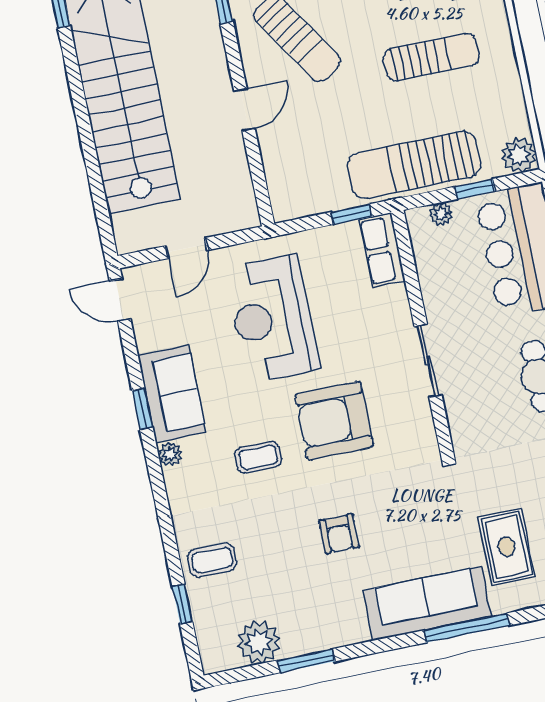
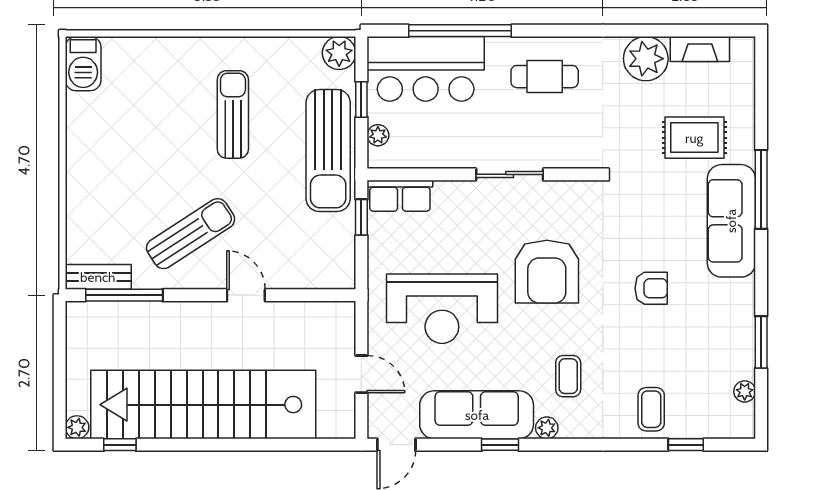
sofa: (172, 394) -> (477, 415), width x1.36
coffee table: (258, 457) -> (568, 376), moved
plant: (259, 642) -> (745, 391), width x0.53, depth x0.53

